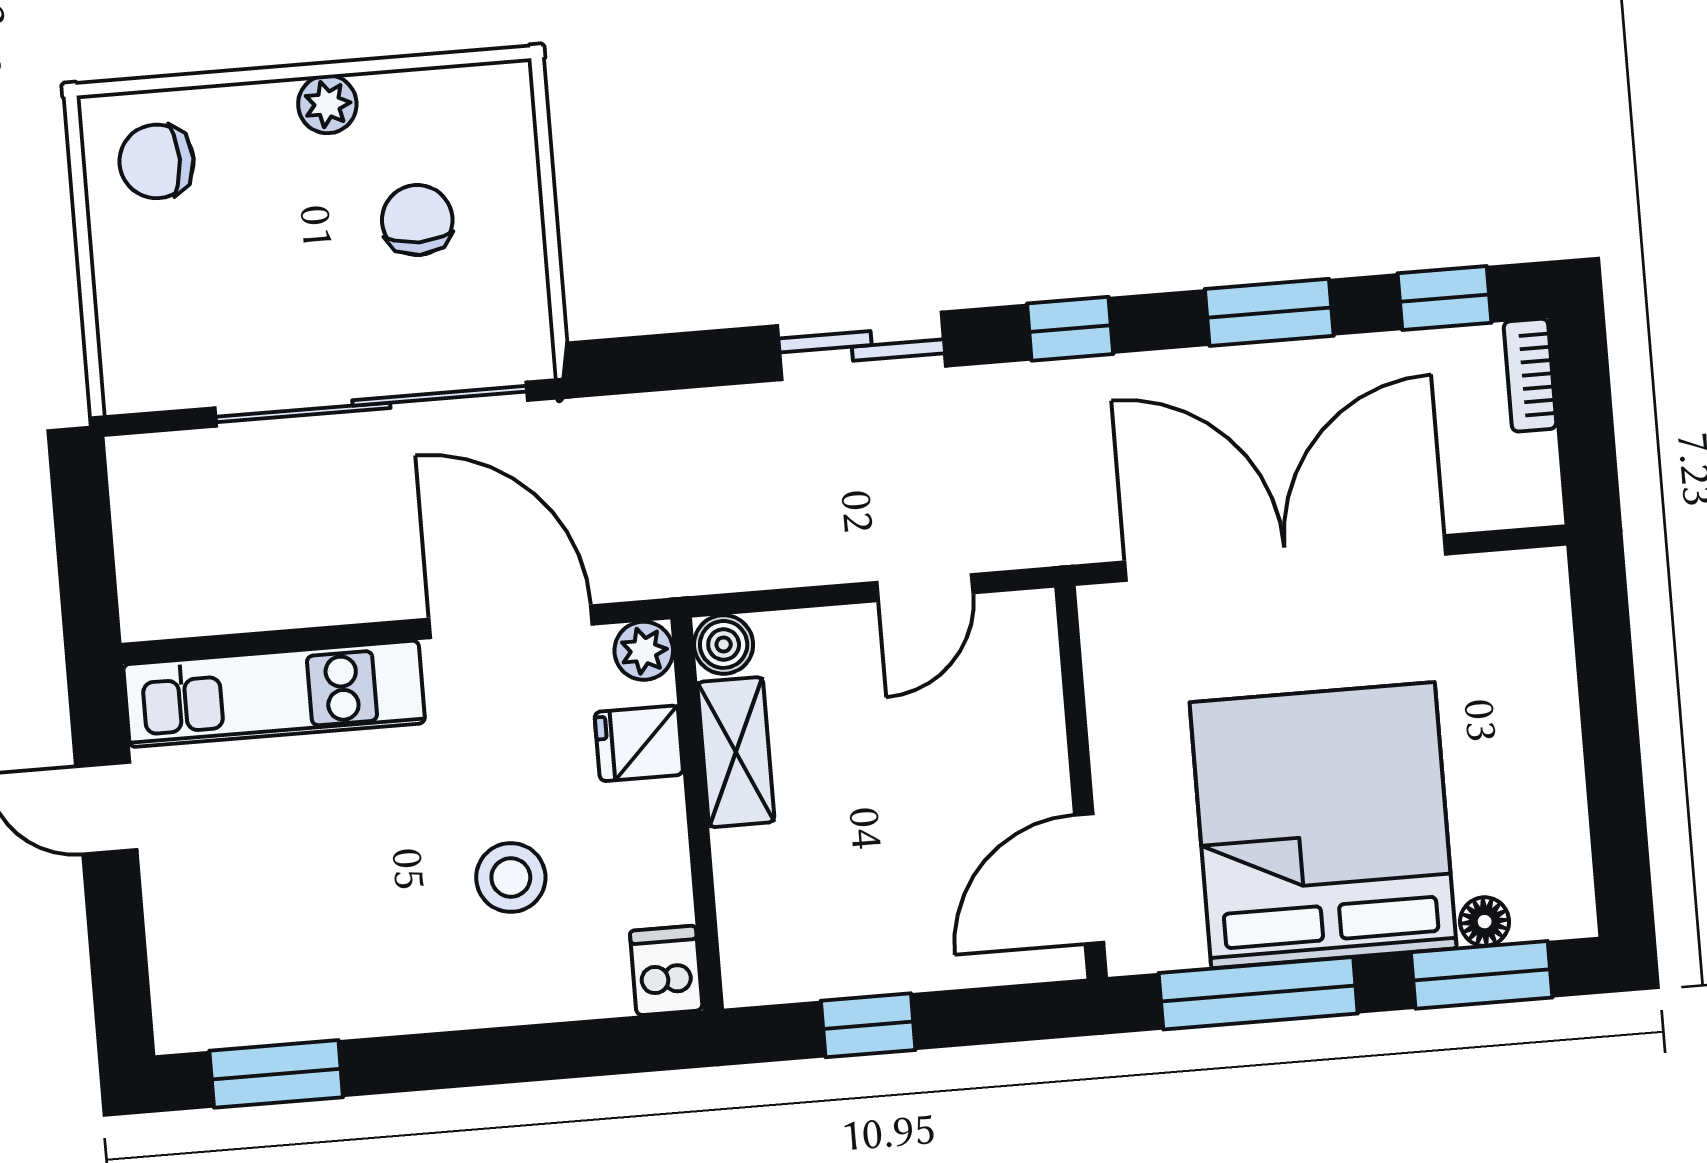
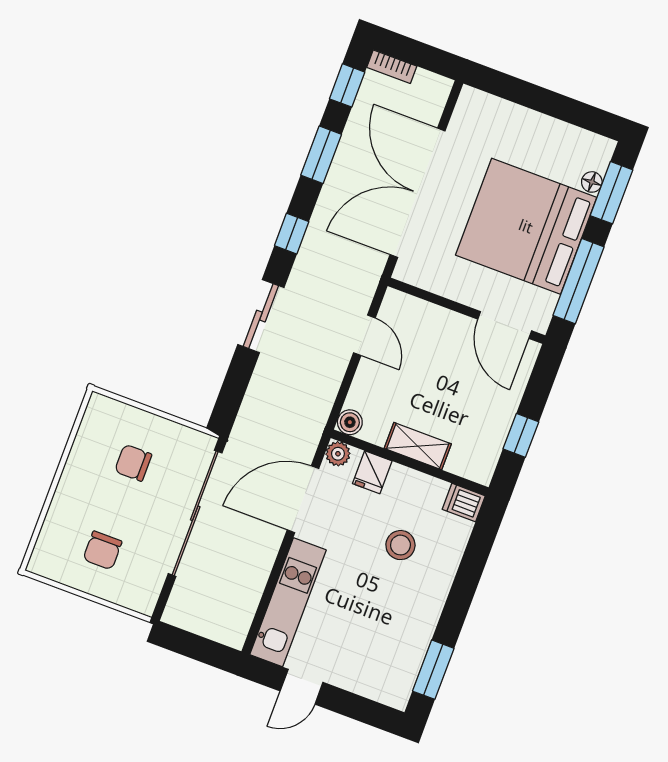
plant: (327, 104) -> (73, 476), removed
chair: (157, 161) -> (102, 550), moved
shelving: (736, 752) -> (418, 446), moved

